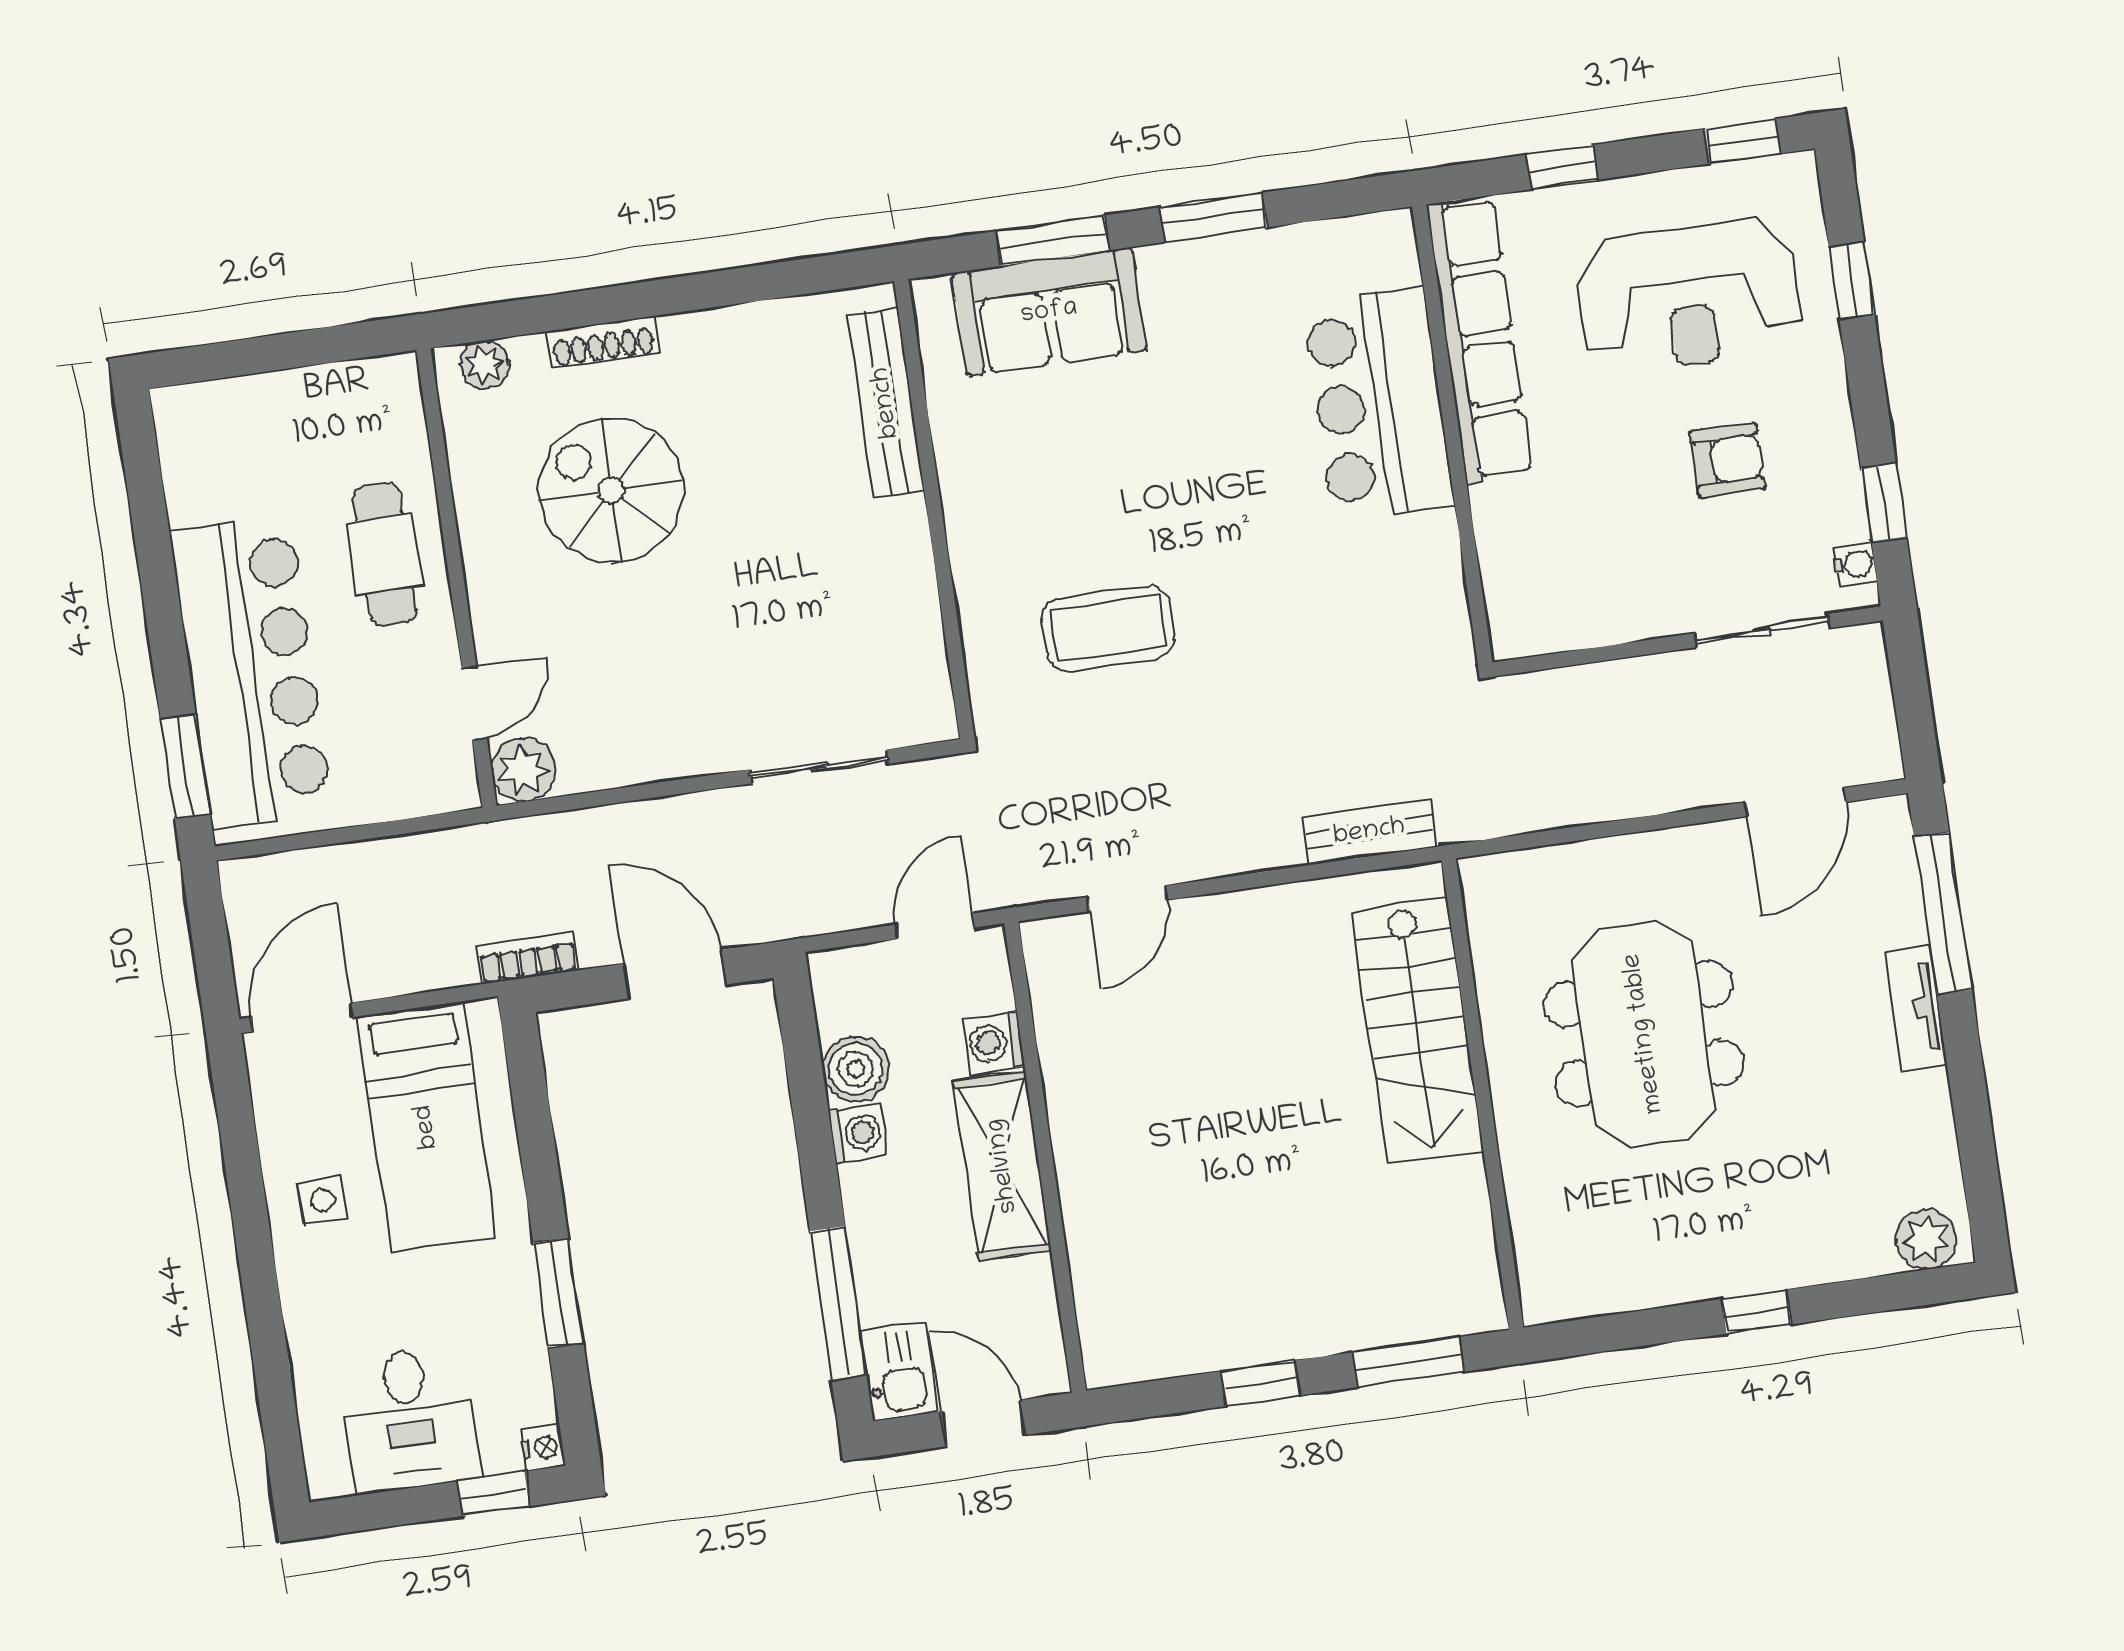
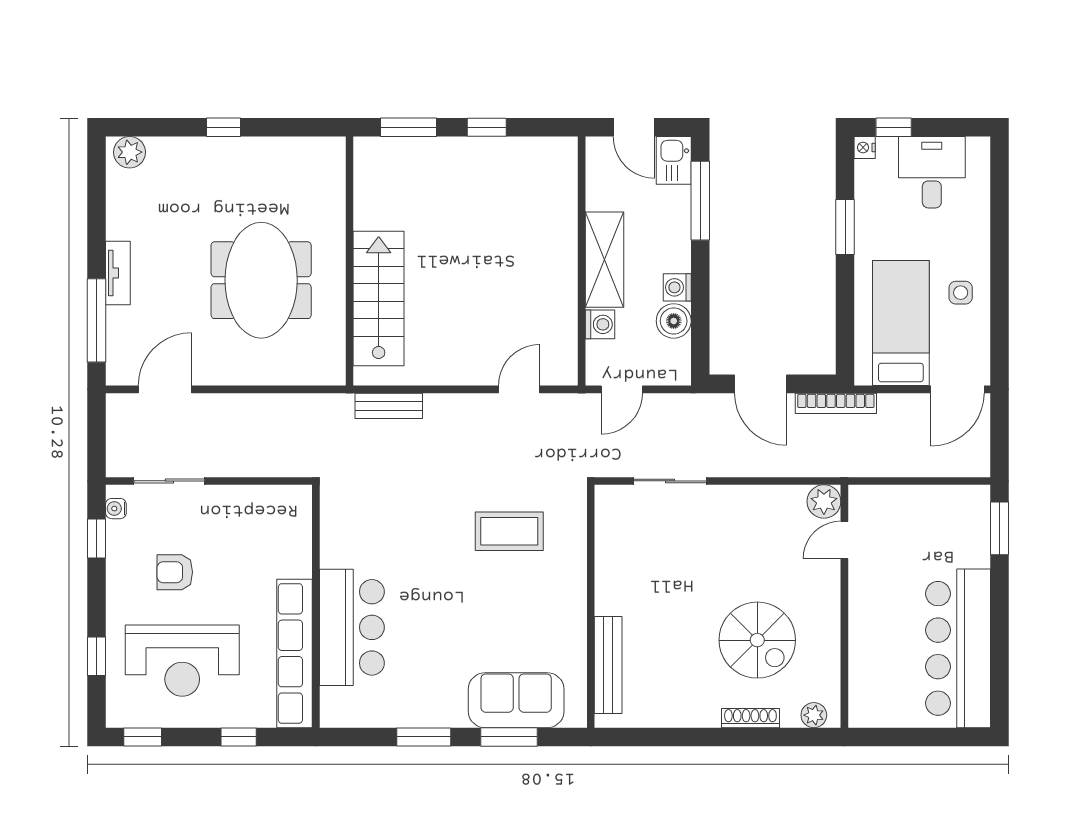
reception desk: (1689, 296) -> (182, 661), turned 180
cafe table: (384, 554) -> (880, 624), removed
bar counter: (251, 672) -> (958, 648), moved
bookcase: (528, 958) -> (836, 403), width x1.56

